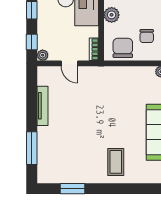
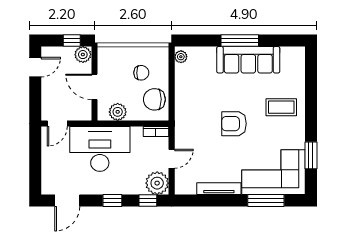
plant: (43, 55) -> (157, 183), width x1.88, depth x1.88
armchair: (101, 119) -> (234, 124), added
corner sofa: (57, 155) -> (274, 172), added

